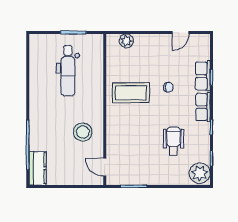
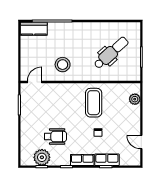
dental chair: (68, 71) -> (111, 53), turned 138
plant: (200, 173) -> (42, 157), moved

